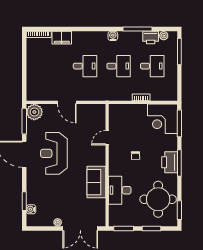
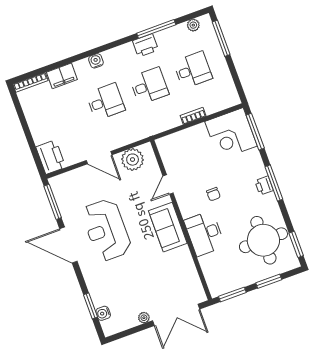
water cooler: (113, 36) -> (96, 61), moved
printer: (151, 38) -> (145, 45), moved
printer: (34, 90) -> (51, 157), added
plant: (34, 112) -> (133, 160), moved
printer: (170, 162) -> (264, 186), width x0.53, depth x0.68
sofa: (96, 182) -> (168, 227), moved
desk: (120, 190) -> (205, 233), moved

